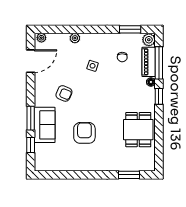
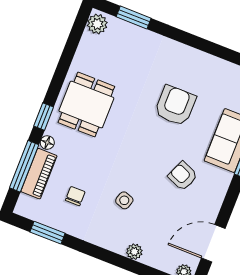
plant: (149, 40) -> (97, 24), moved
dining table: (138, 130) -> (86, 104), moved
armchair: (84, 133) -> (175, 106), turned 180

